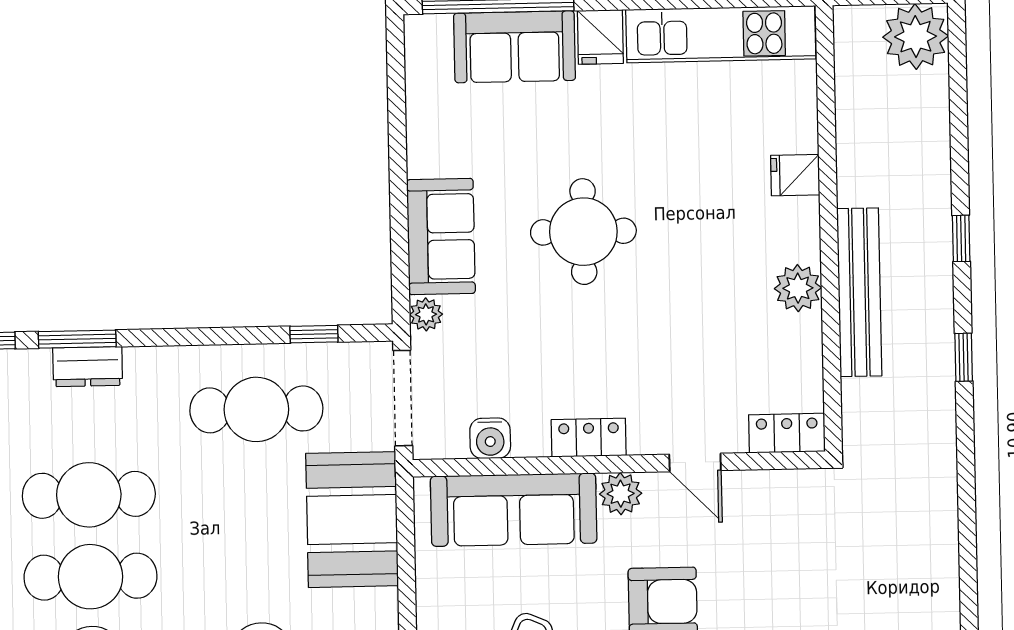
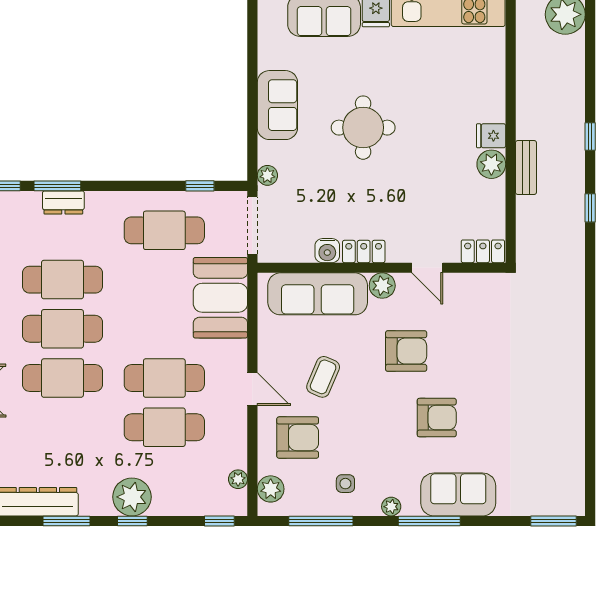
fridge: (795, 175) -> (491, 136), moved
sofa: (441, 237) -> (277, 105), moved
bench: (859, 292) -> (526, 167), width x0.54, depth x0.82
water cooler: (490, 438) -> (327, 251), moved

